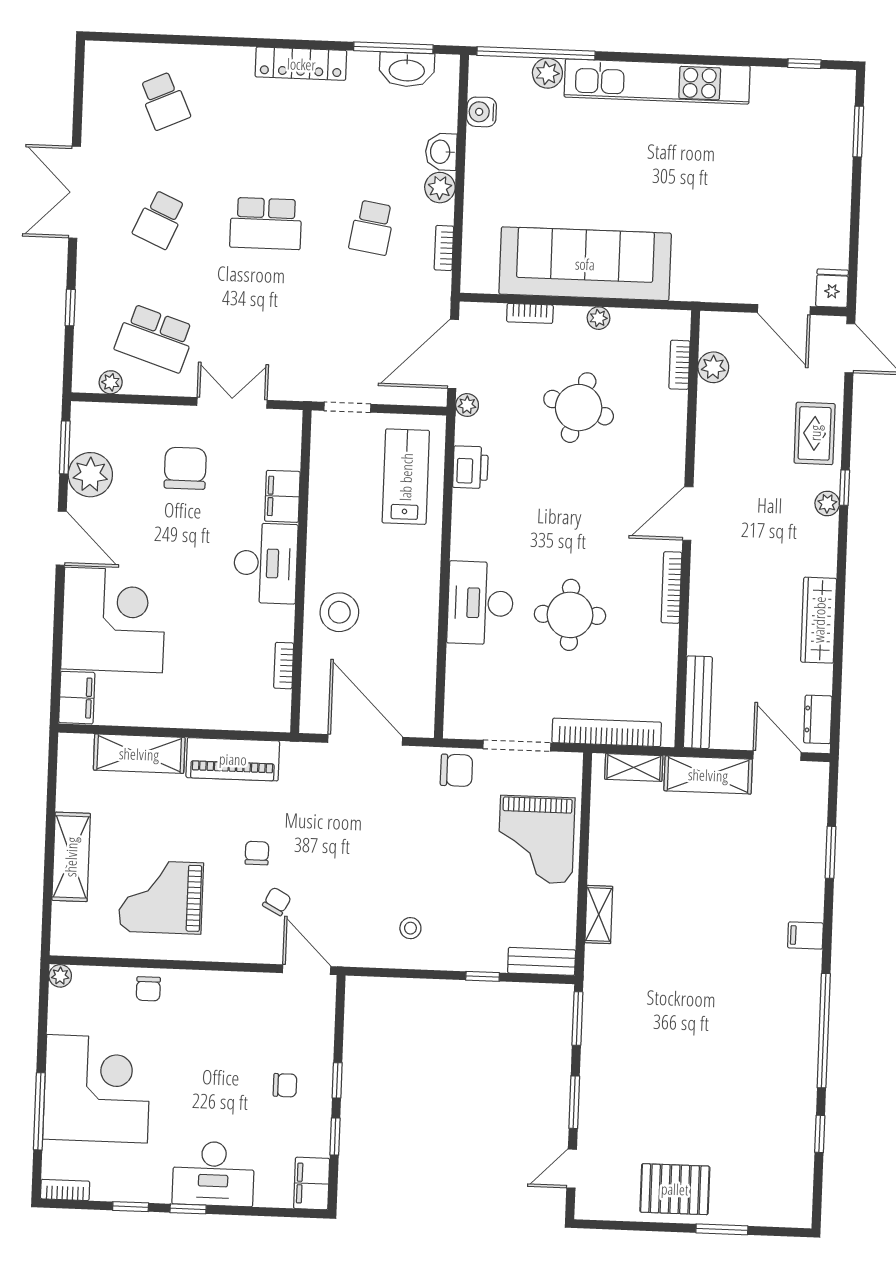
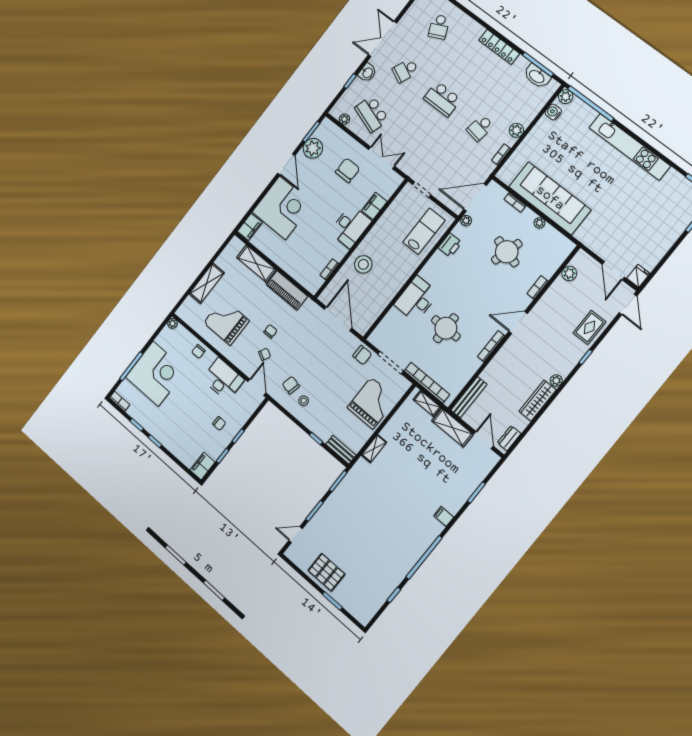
plant: (547, 73) -> (566, 97), moved
washbasin: (441, 152) -> (367, 73), moved, turned 180
bookcase: (679, 365) -> (538, 287), moved
plant: (827, 504) -> (556, 381), moved
grand piano: (536, 840) -> (372, 403), turned 180
chair: (367, 919) -> (291, 385), added
desk: (213, 1174) -> (223, 379), moved, turned 180

